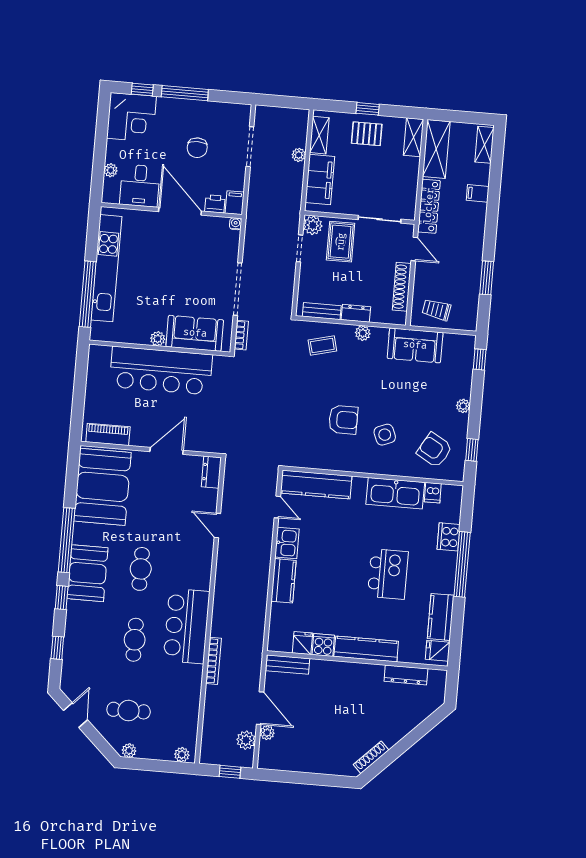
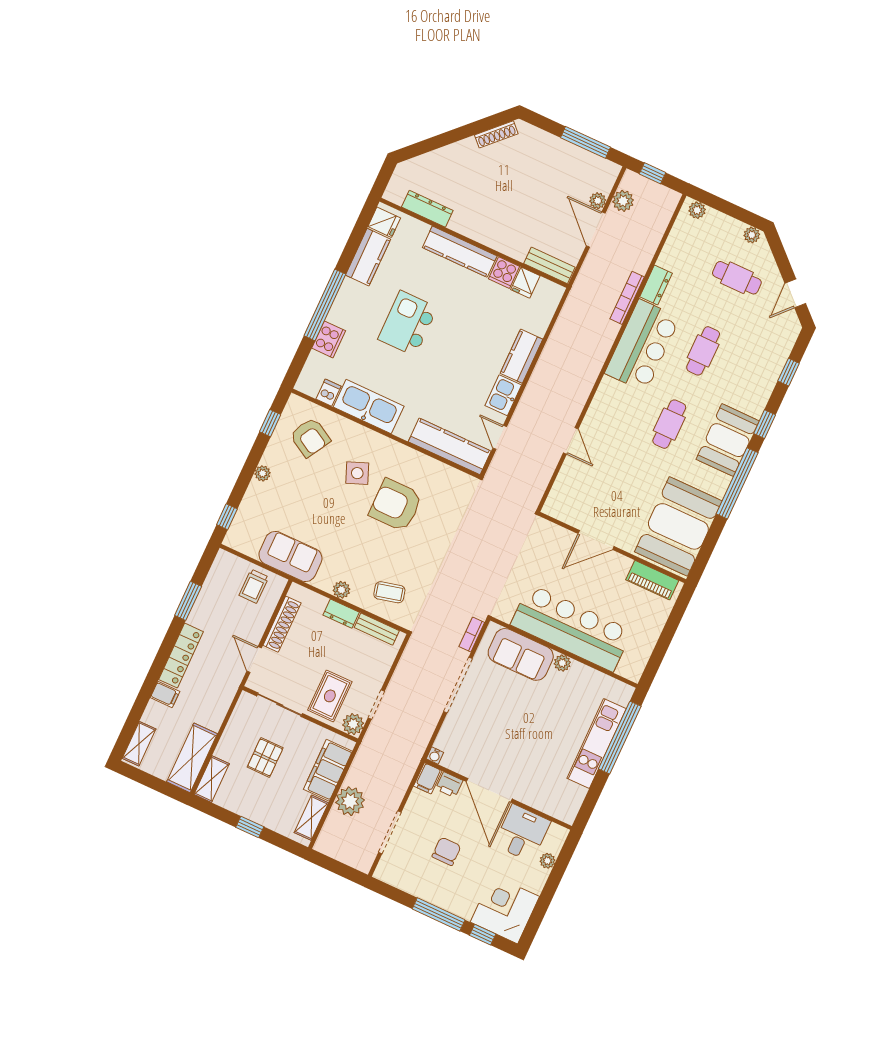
pallet: (367, 134) -> (265, 757), moved, turned 90
plant: (299, 155) -> (350, 801), width x1.87, depth x1.87
locker: (429, 206) -> (181, 656), moved, turned 180
kitchen unit: (106, 268) -> (597, 743), width x0.73
trolley: (436, 310) -> (254, 586), turned 80
armchair: (343, 420) -> (396, 505), width x1.36, depth x1.36
dresser: (211, 472) -> (656, 285), moved
window: (295, 777) -> (586, 142), added

